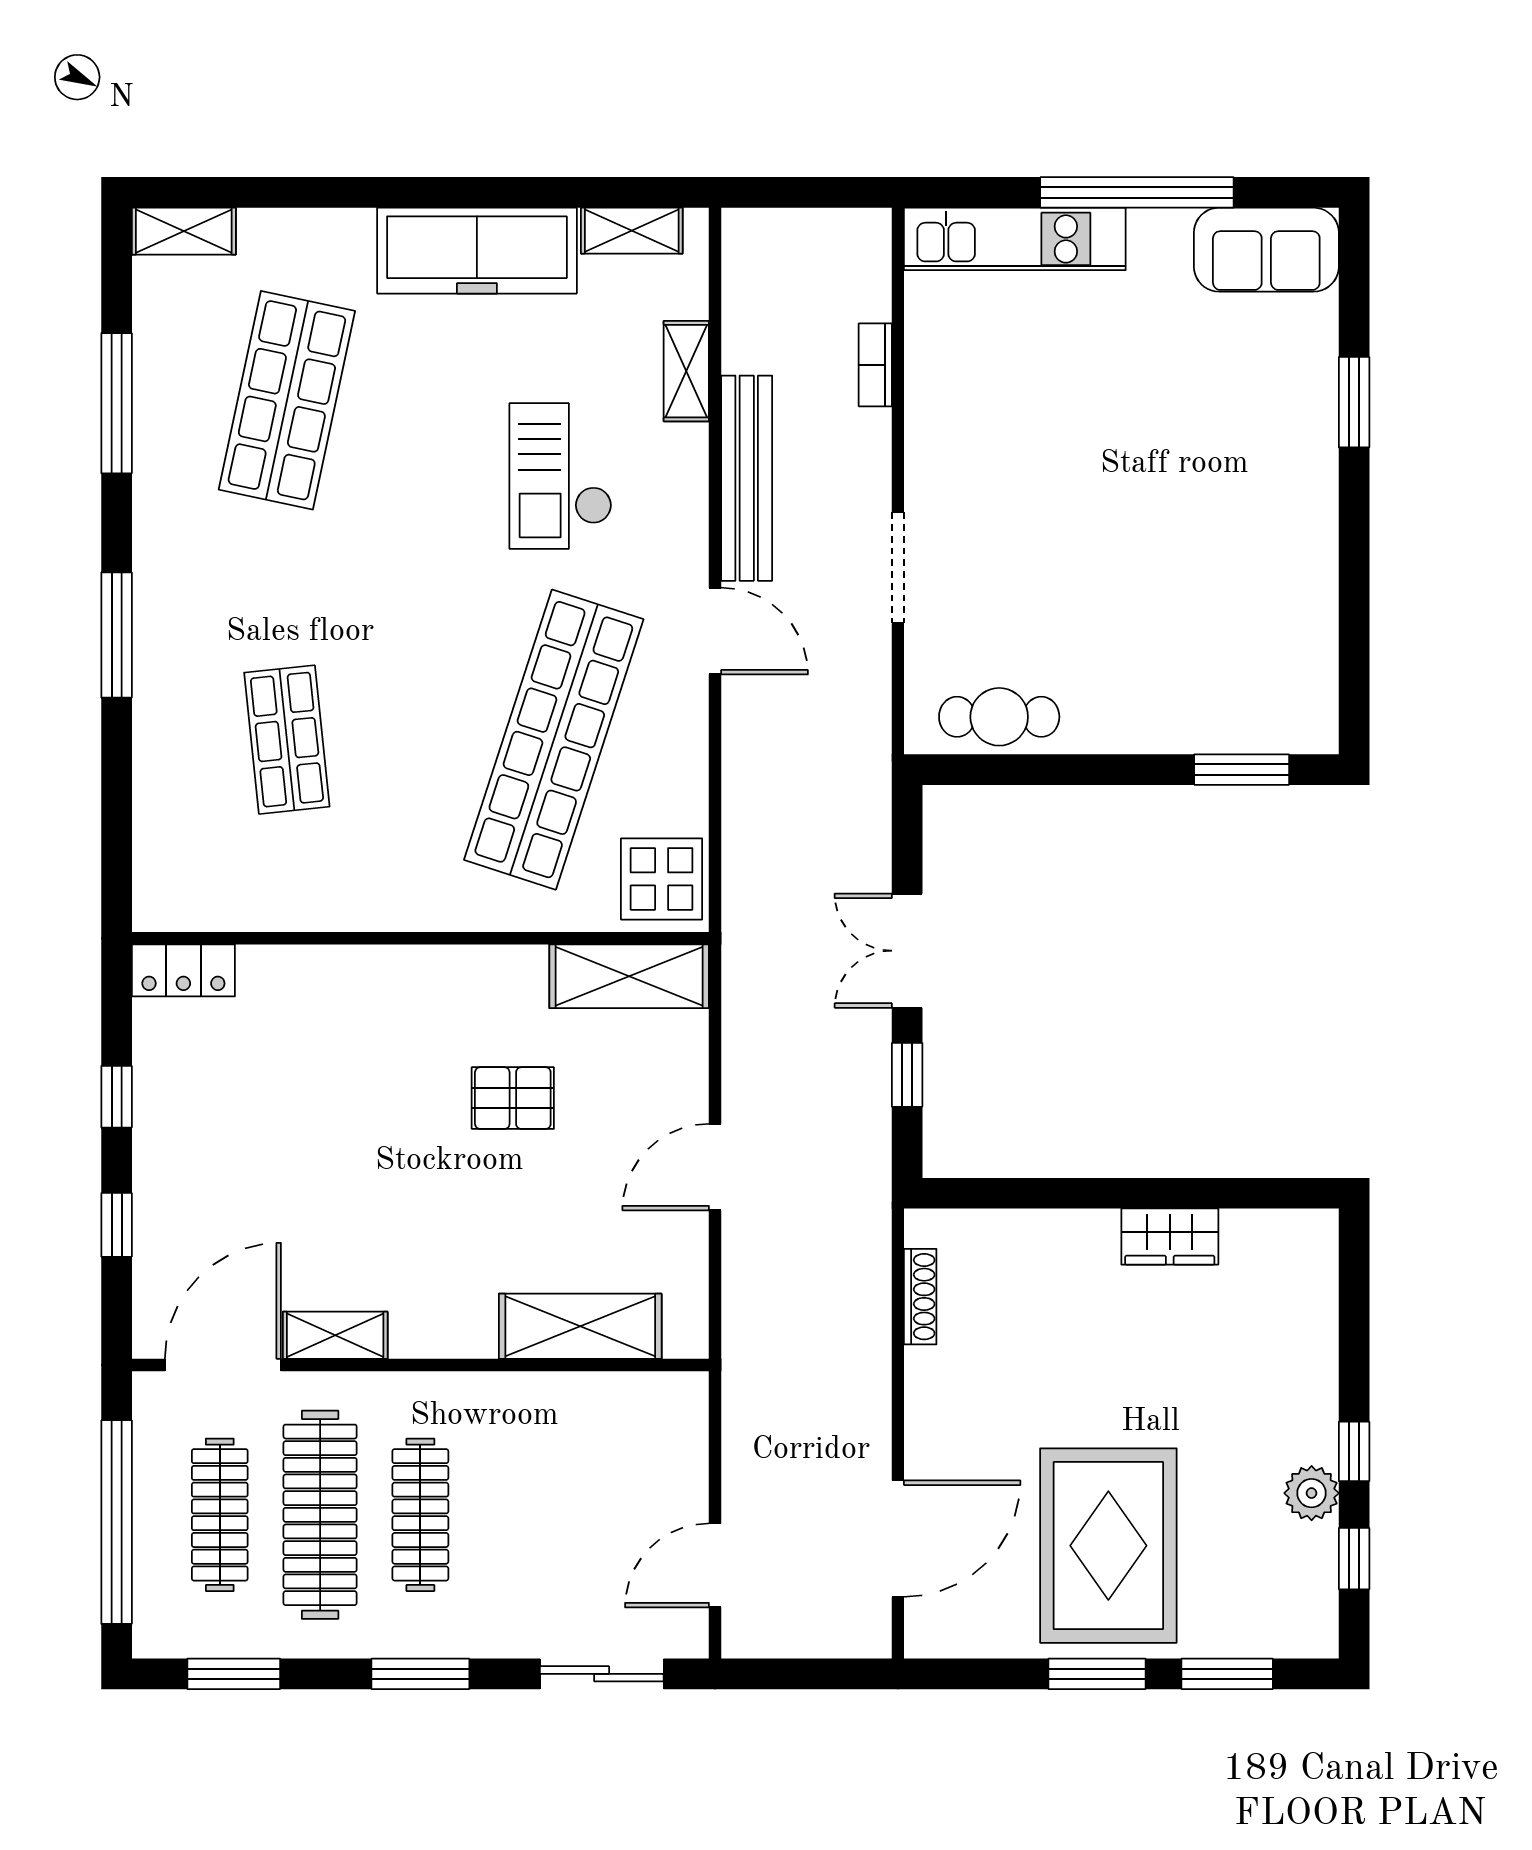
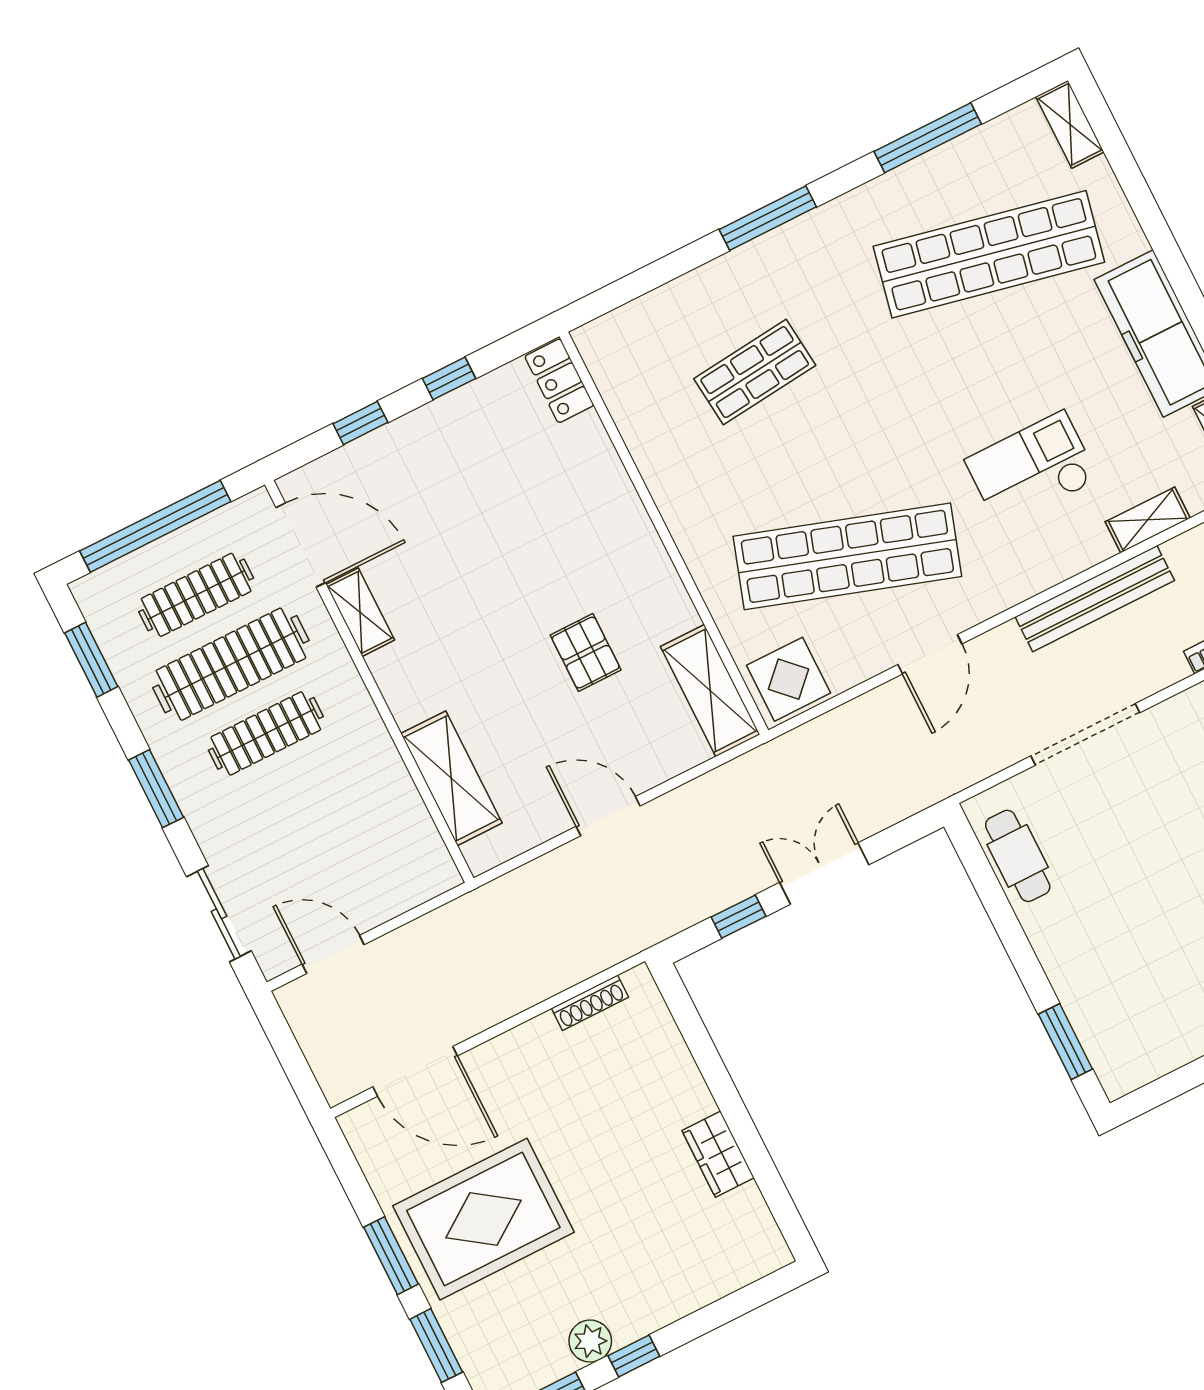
shop shelf: (287, 400) -> (989, 254), width x1.40
doorway: (898, 568) -> (1085, 734), width x1.36
door: (715, 631) -> (930, 654), moved

